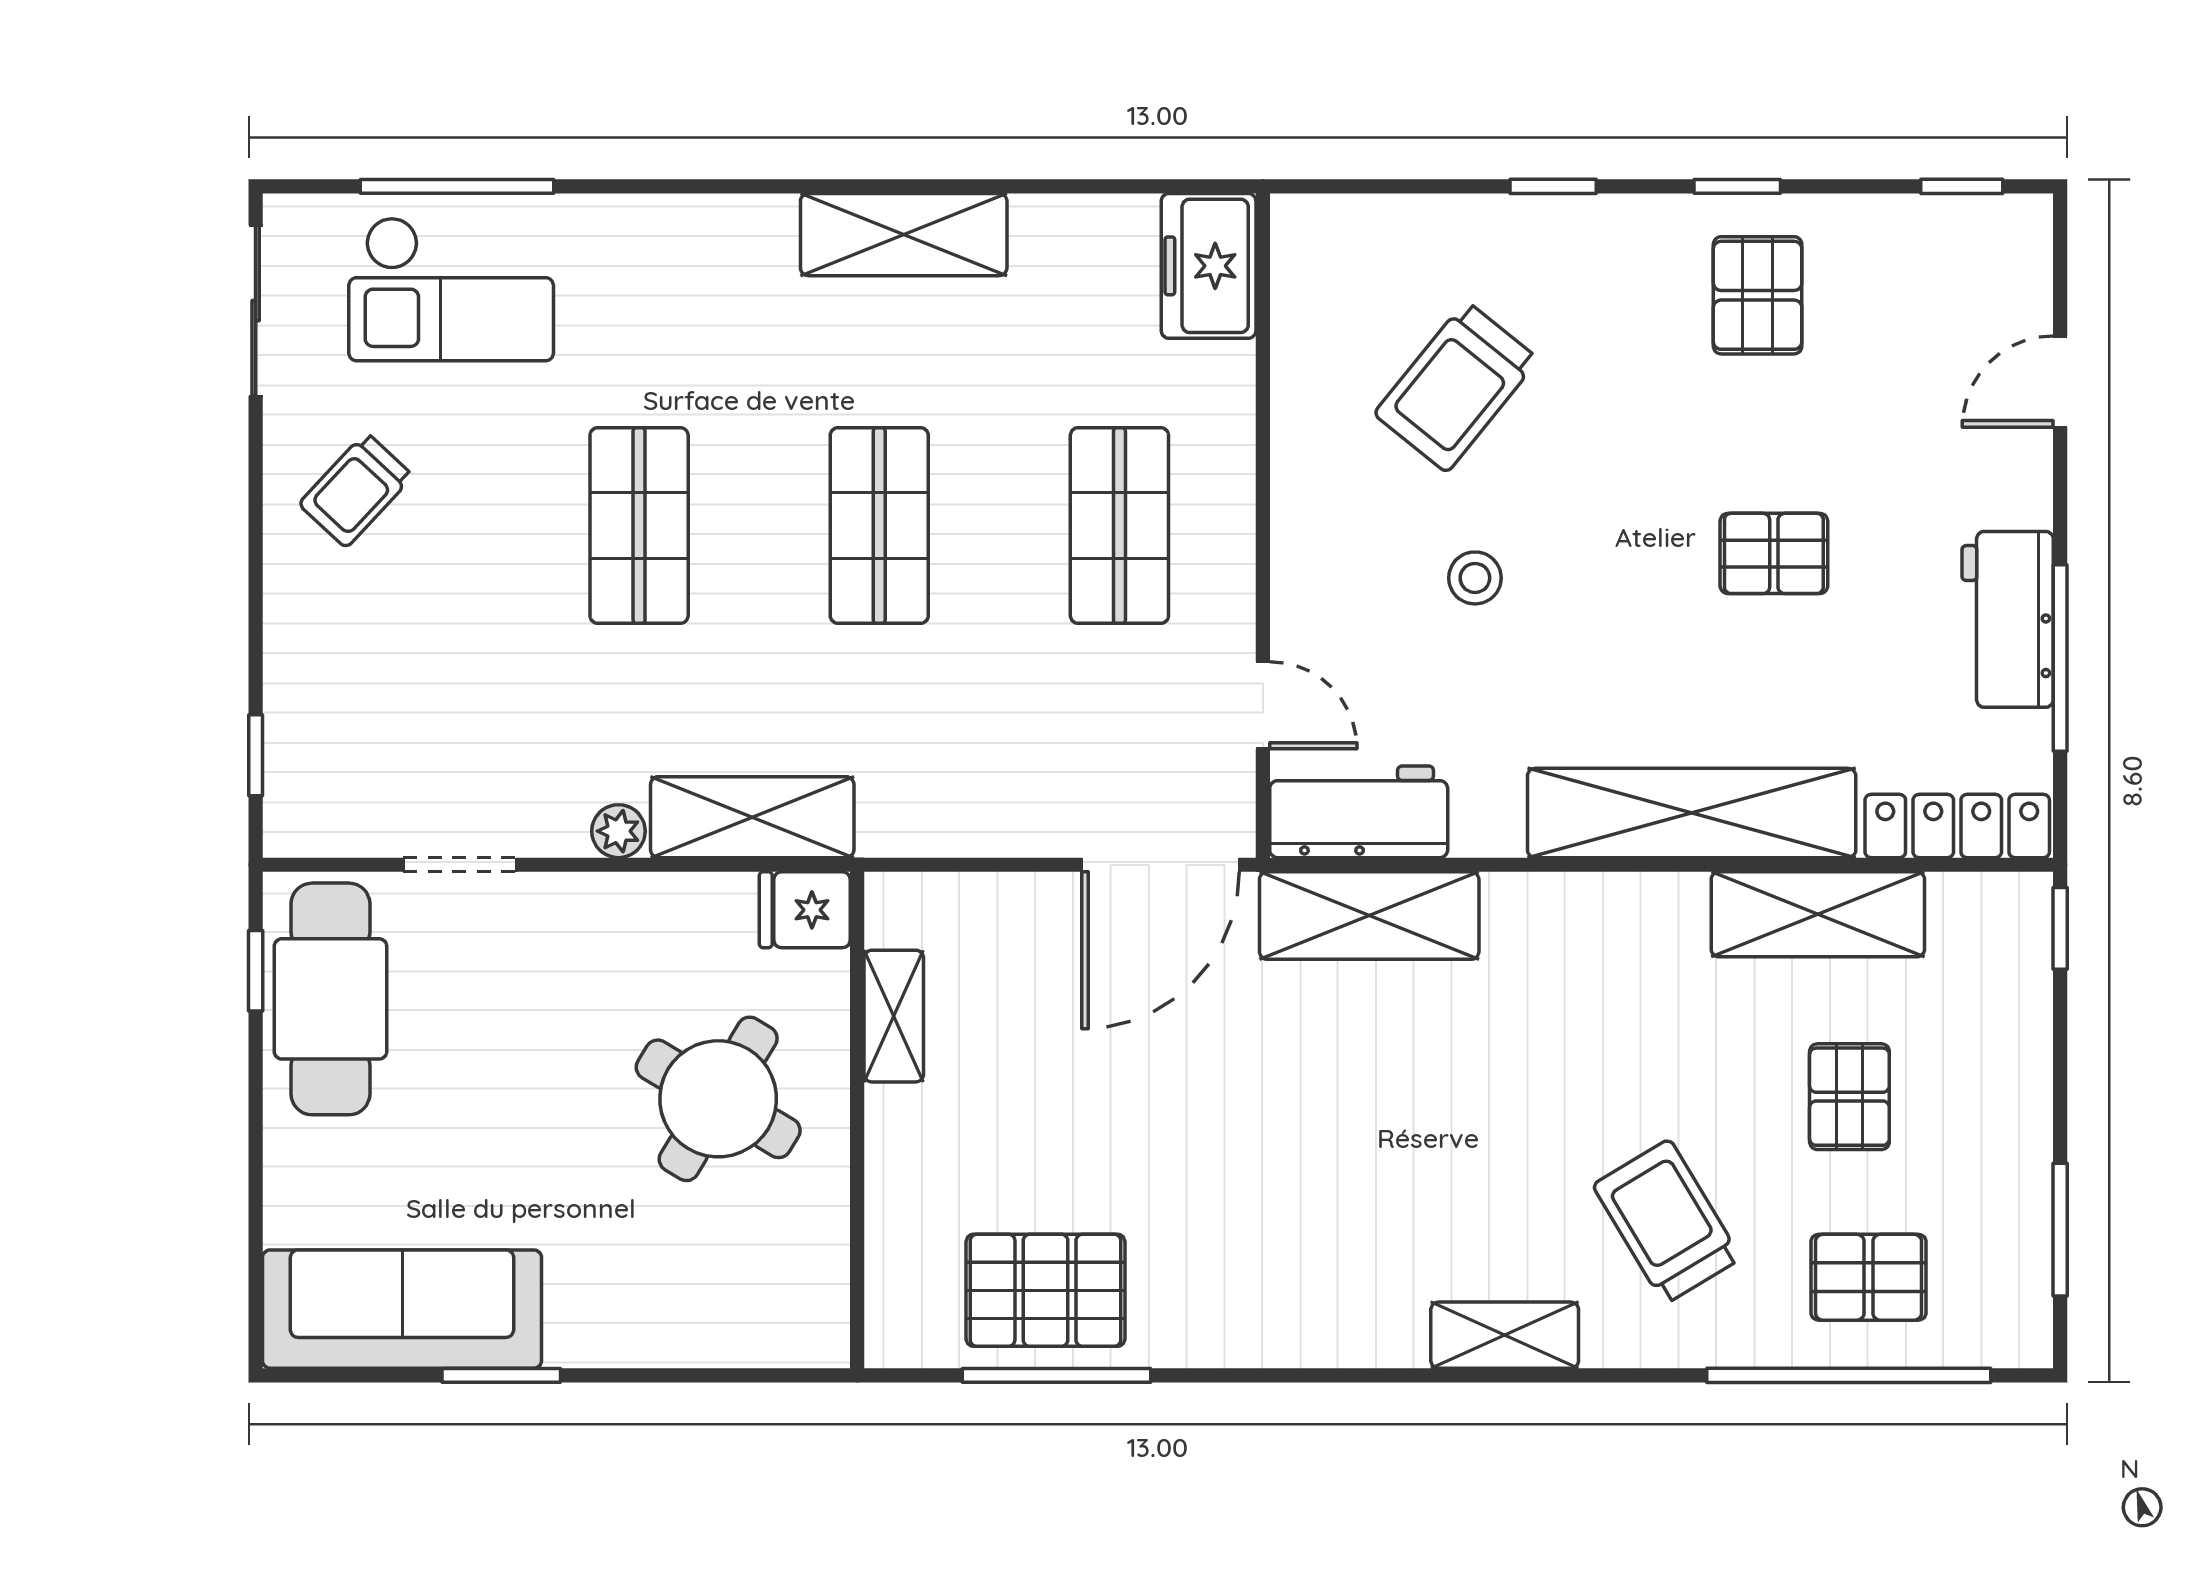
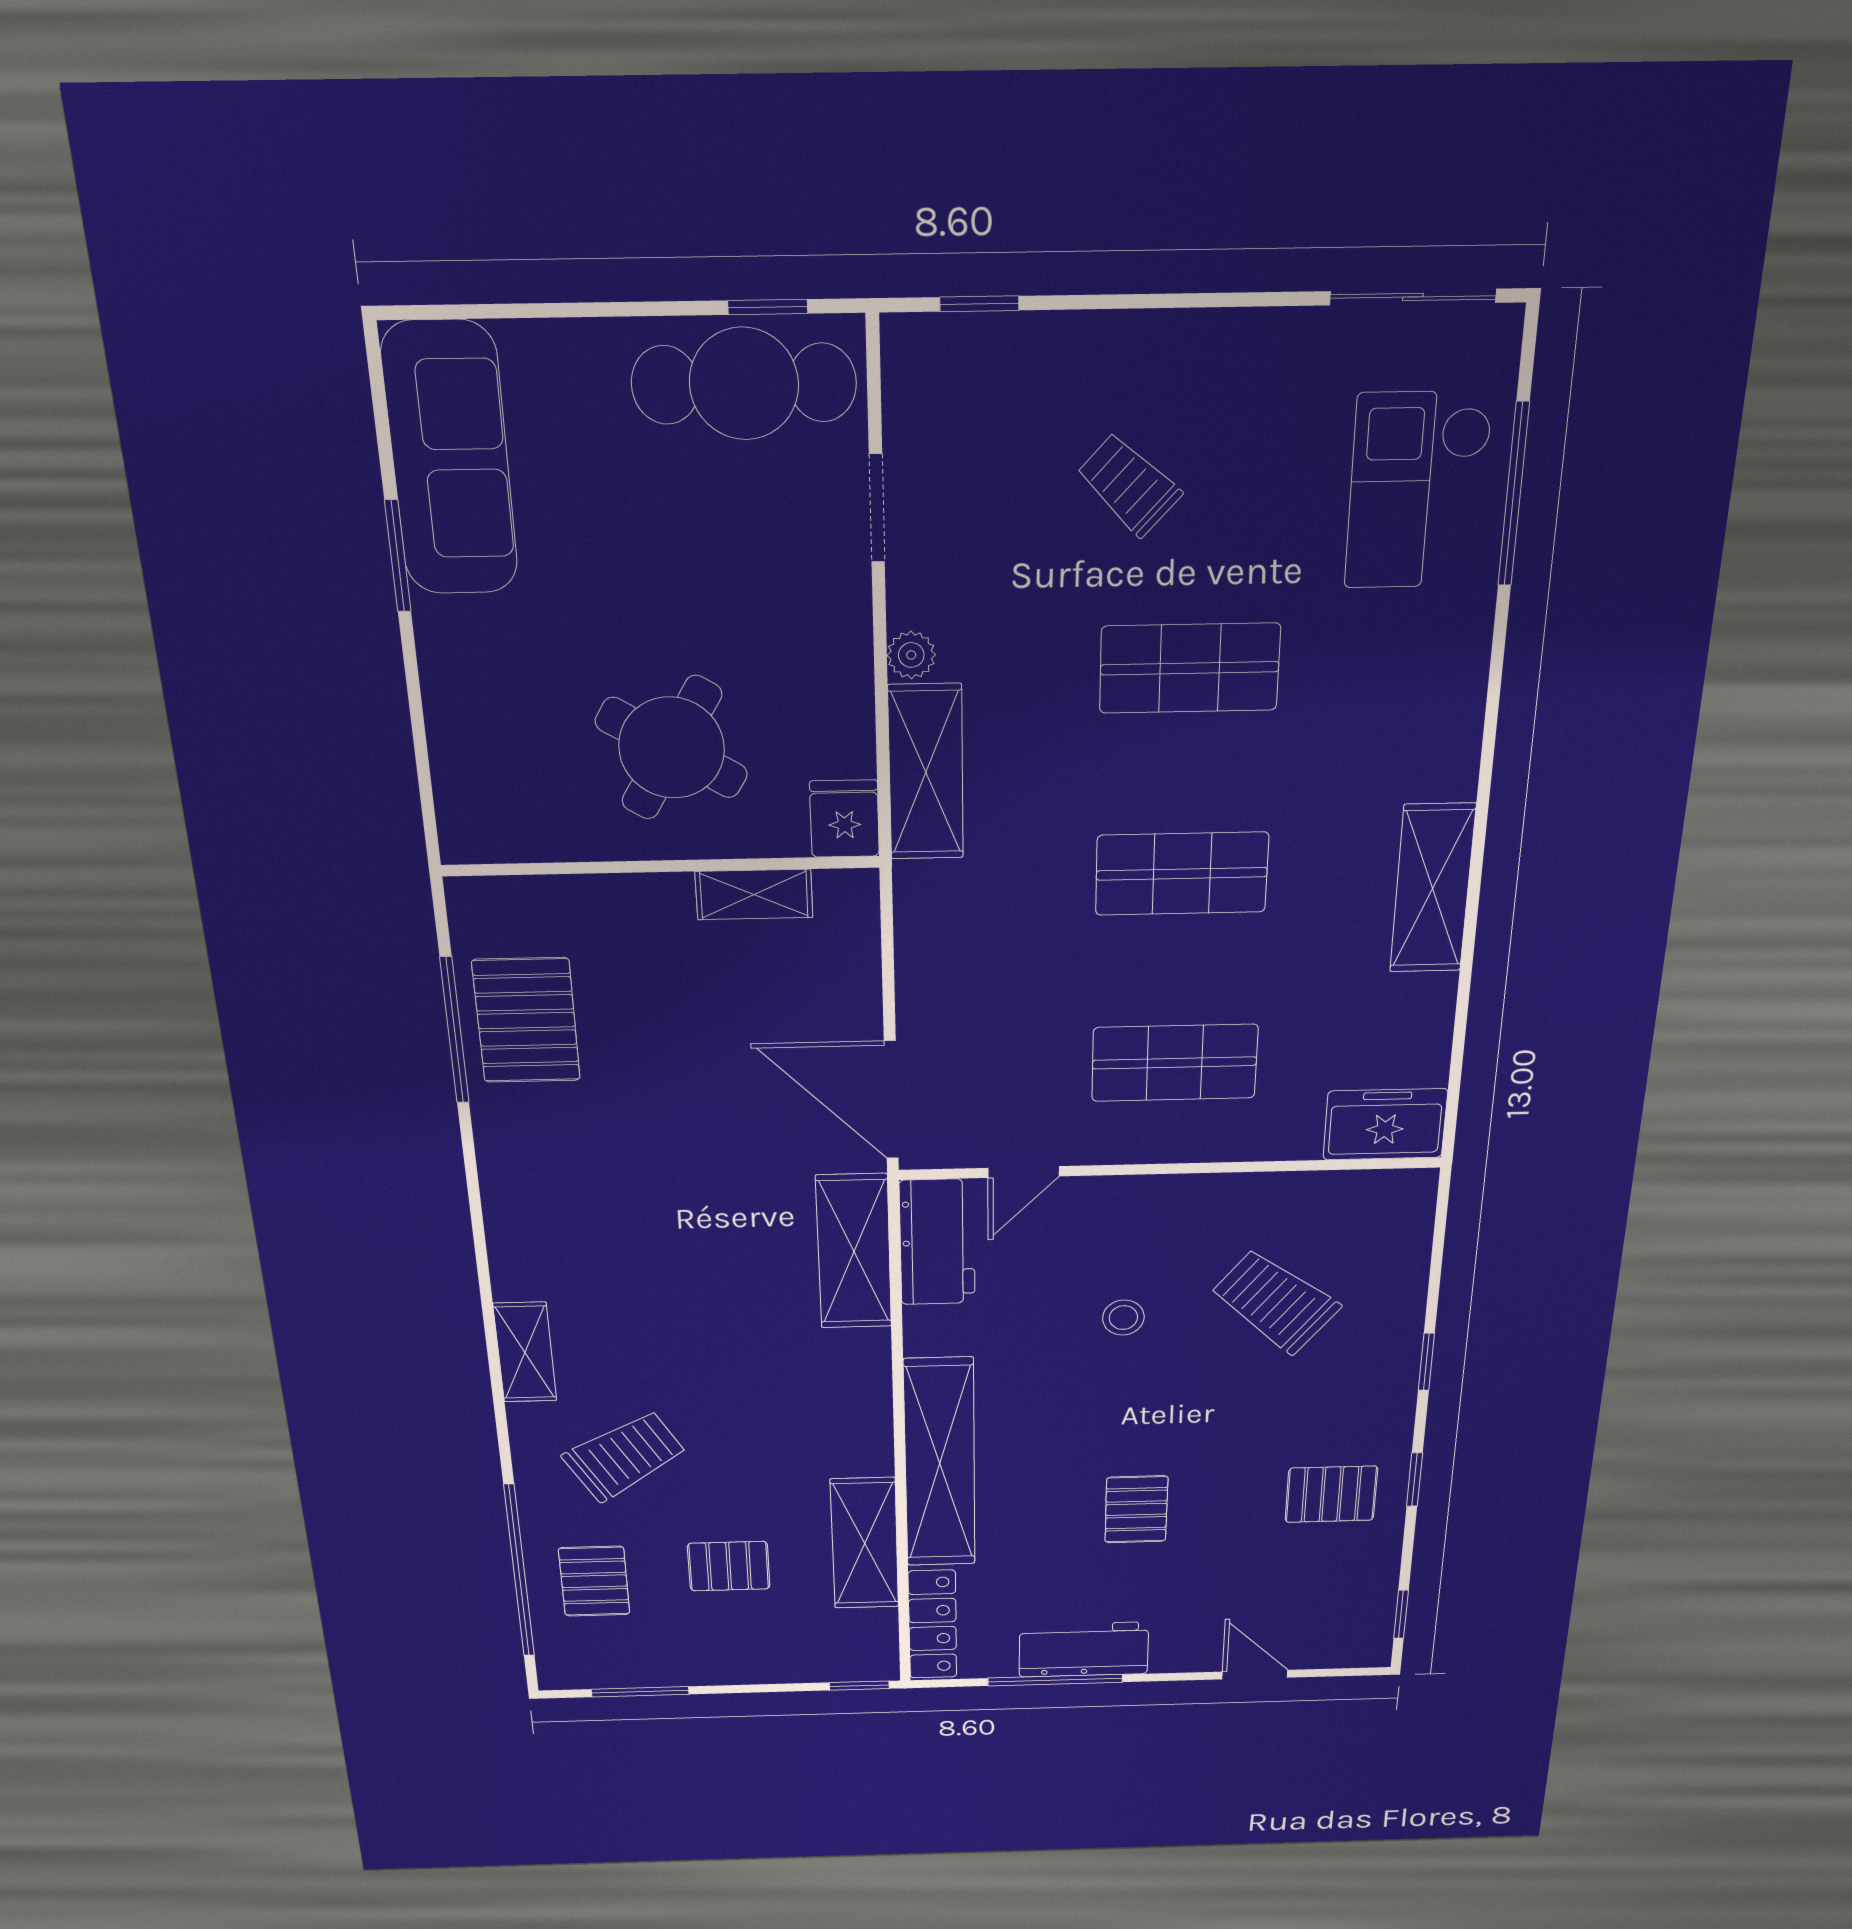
trolley: (356, 490) -> (1129, 485), moved

